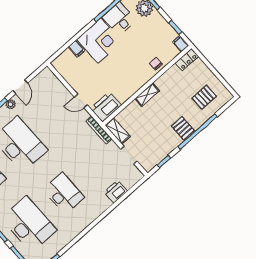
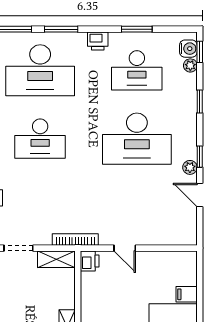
door: (81, 101) -> (125, 248), swing flipped
printer: (106, 107) -> (90, 261), width x0.53, depth x0.68

